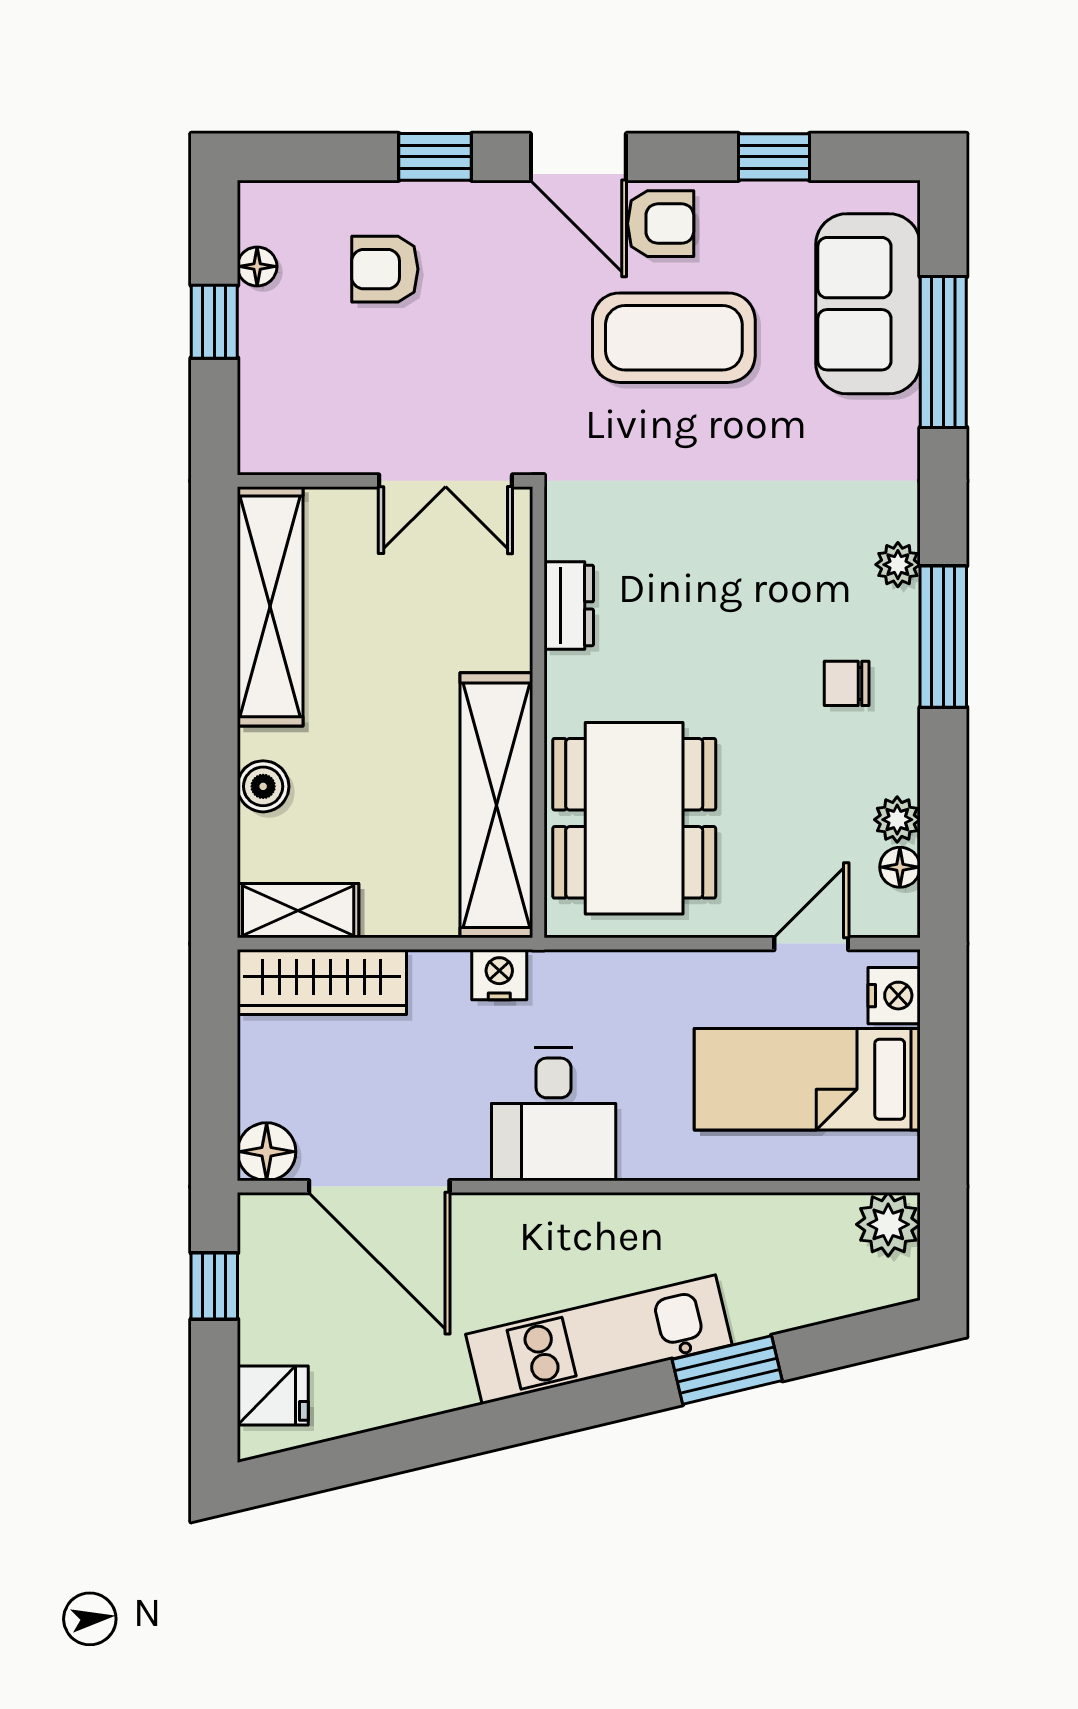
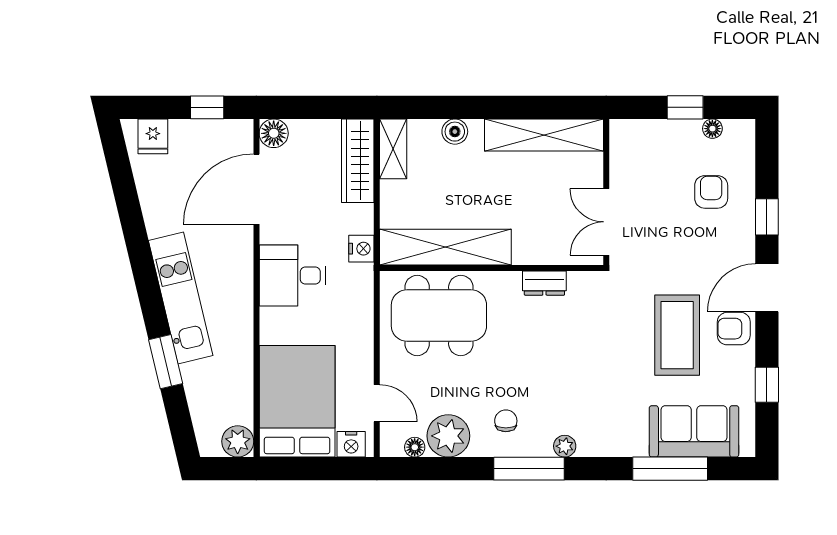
armchair: (661, 224) -> (734, 329), turned 90
plant: (897, 820) -> (448, 436), width x1.88, depth x1.88
bed: (807, 1079) -> (297, 401), width x1.50

